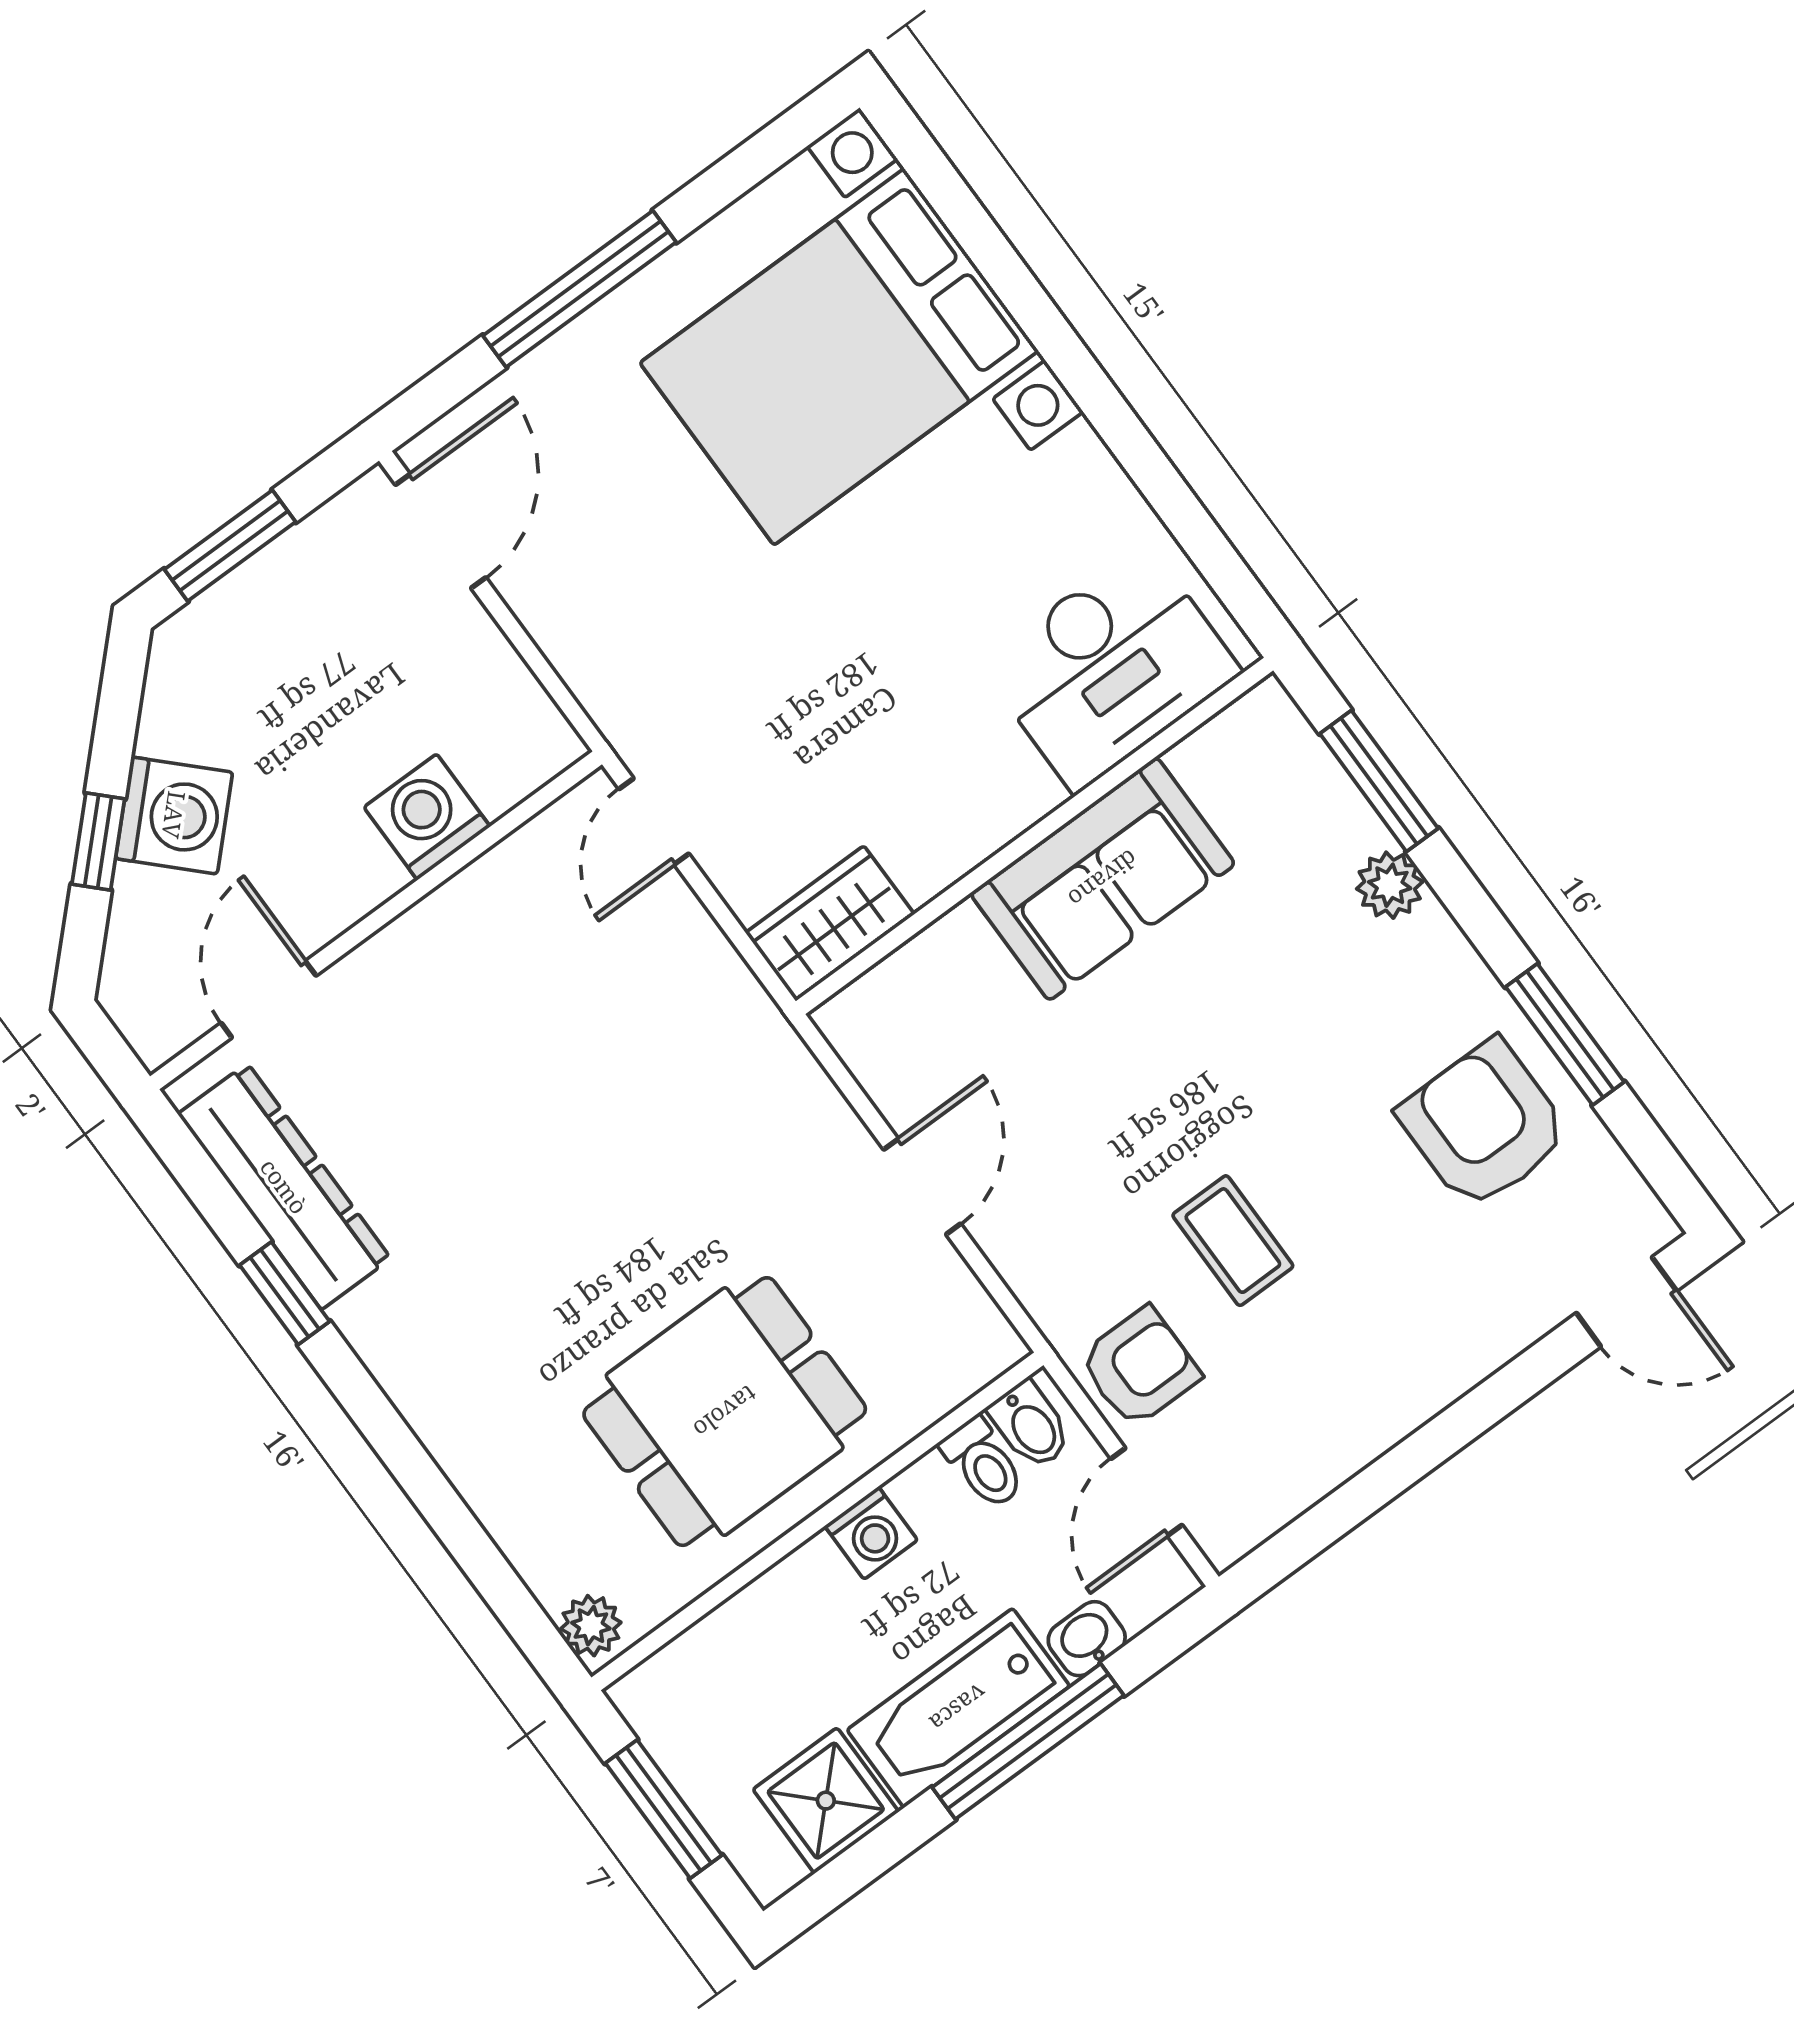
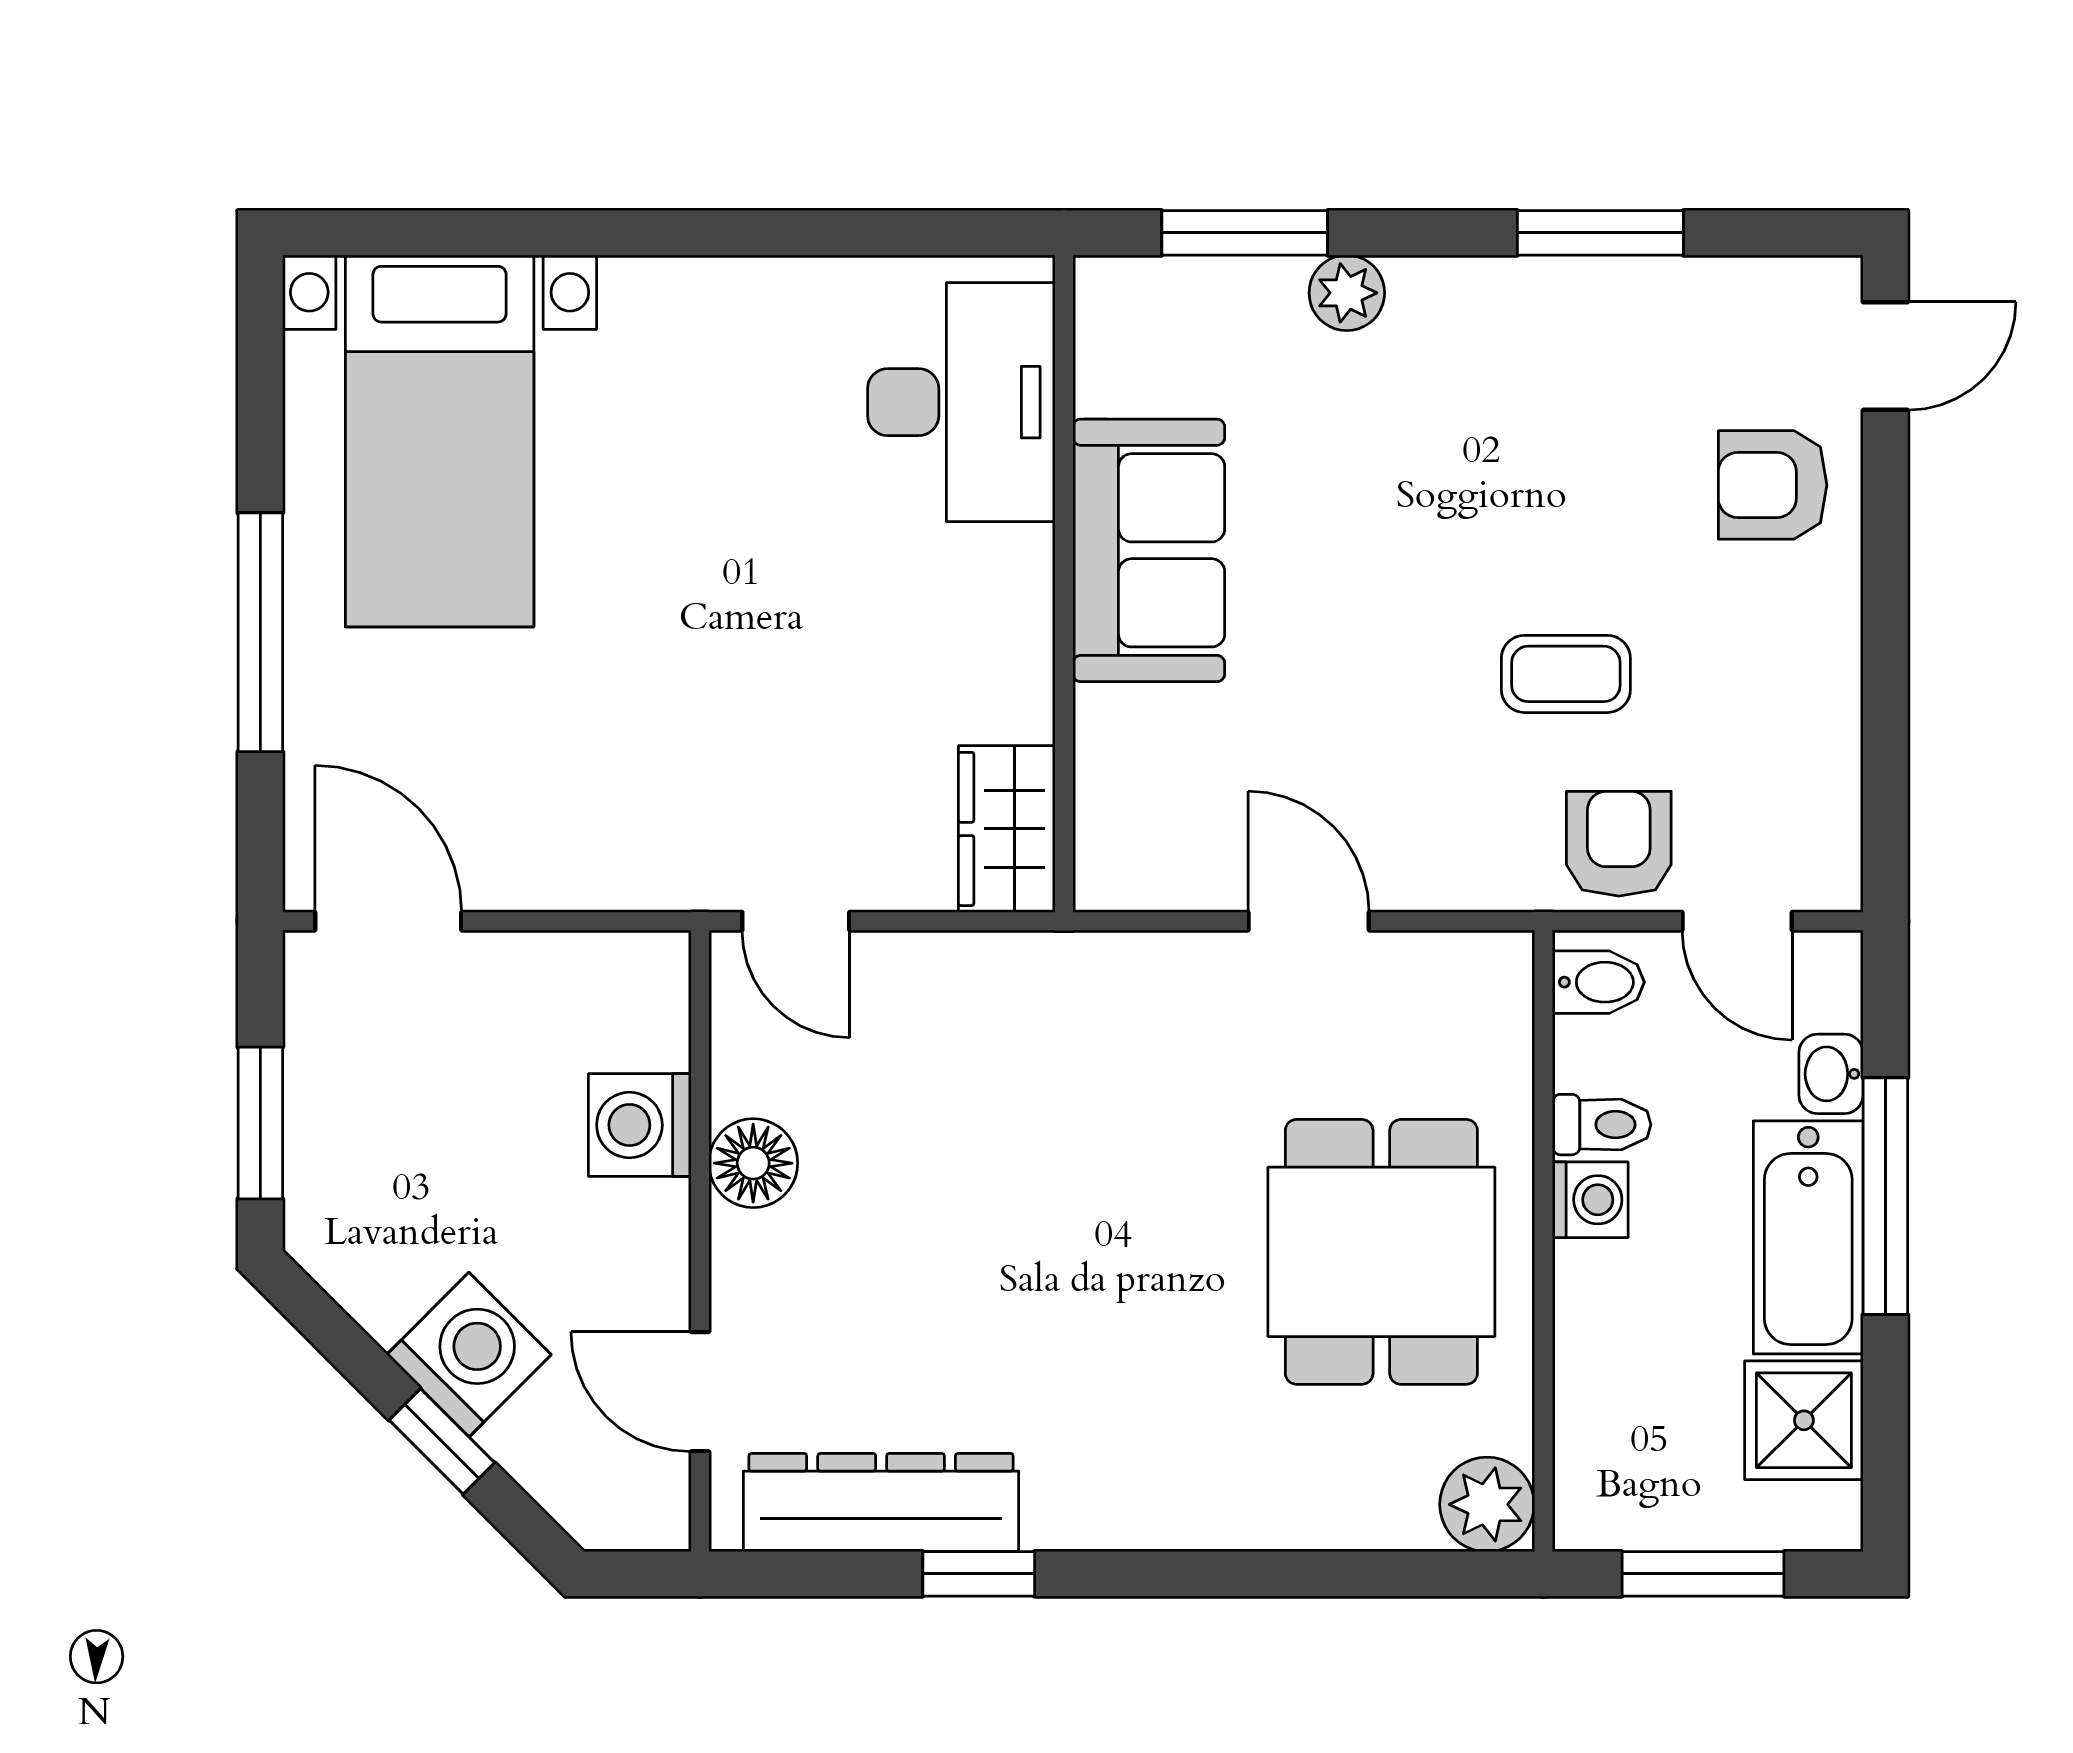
bed with nightstands: (839, 357) -> (440, 441), width x0.73
floor lamp: (459, 918) -> (753, 1163), added
armchair: (1484, 1125) -> (1773, 485), moved, width x0.72, depth x0.72
toilet: (983, 1463) -> (1602, 1125), moved
plant: (591, 1626) -> (1487, 1504), width x1.38, depth x1.38

